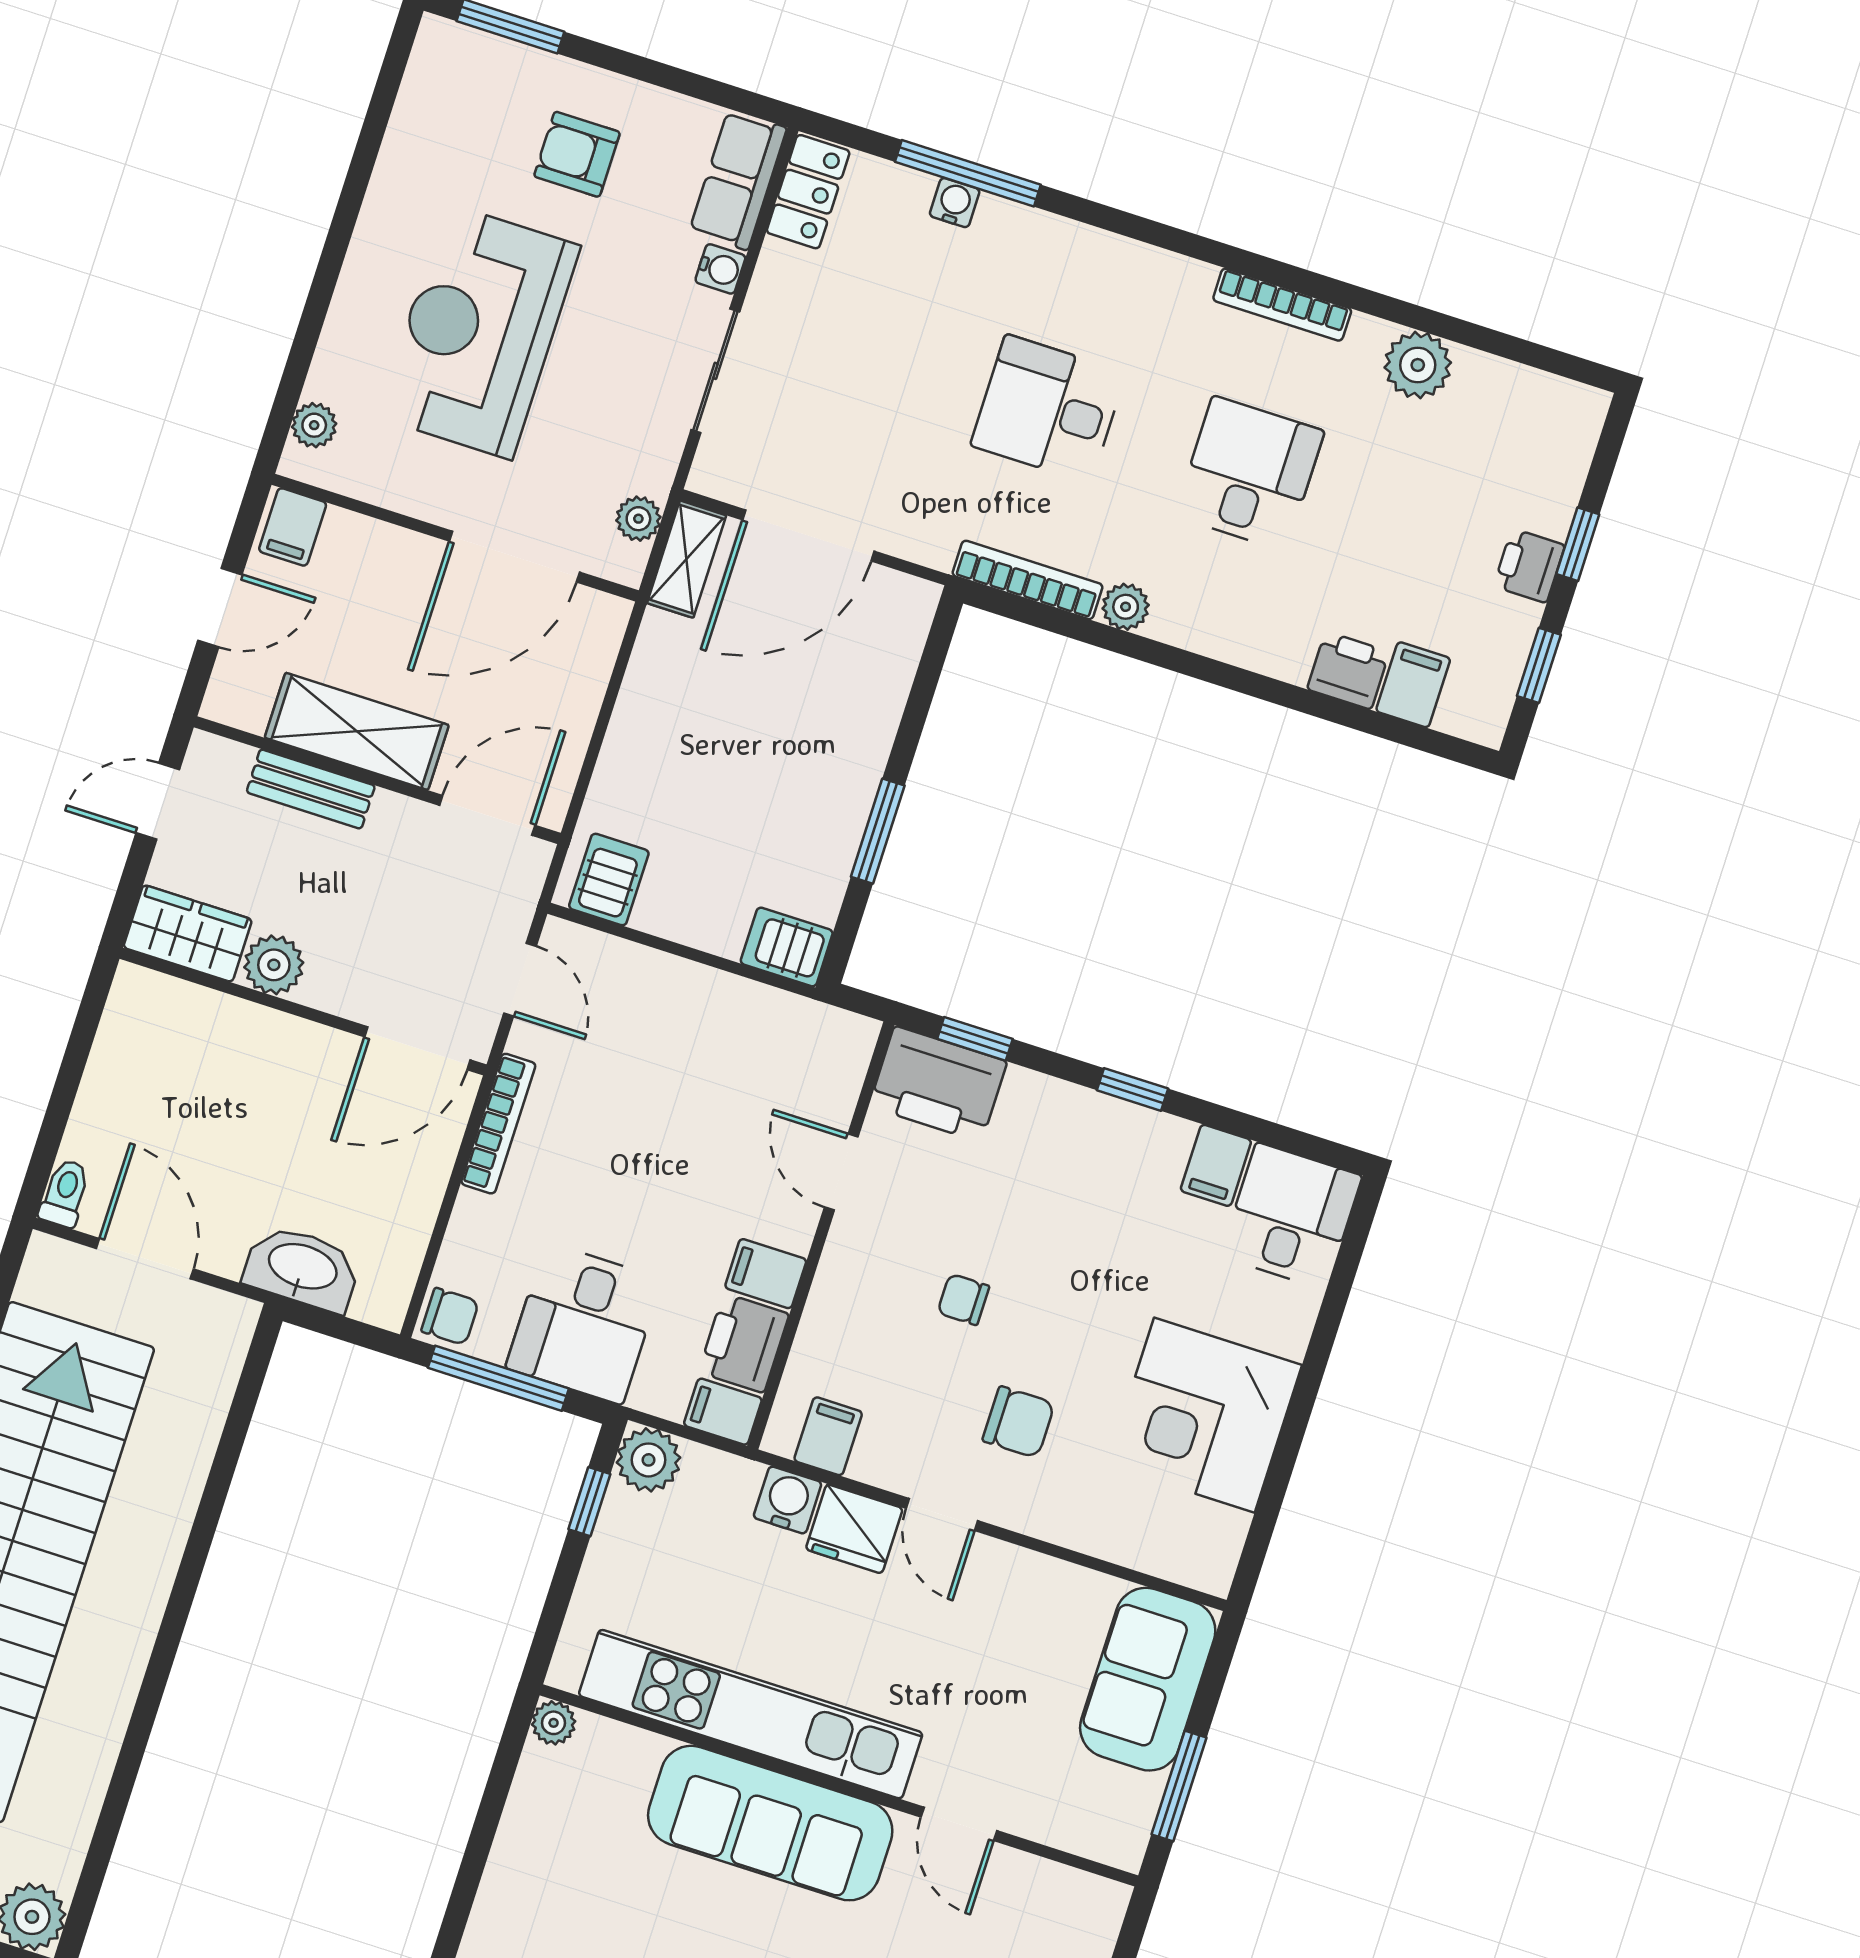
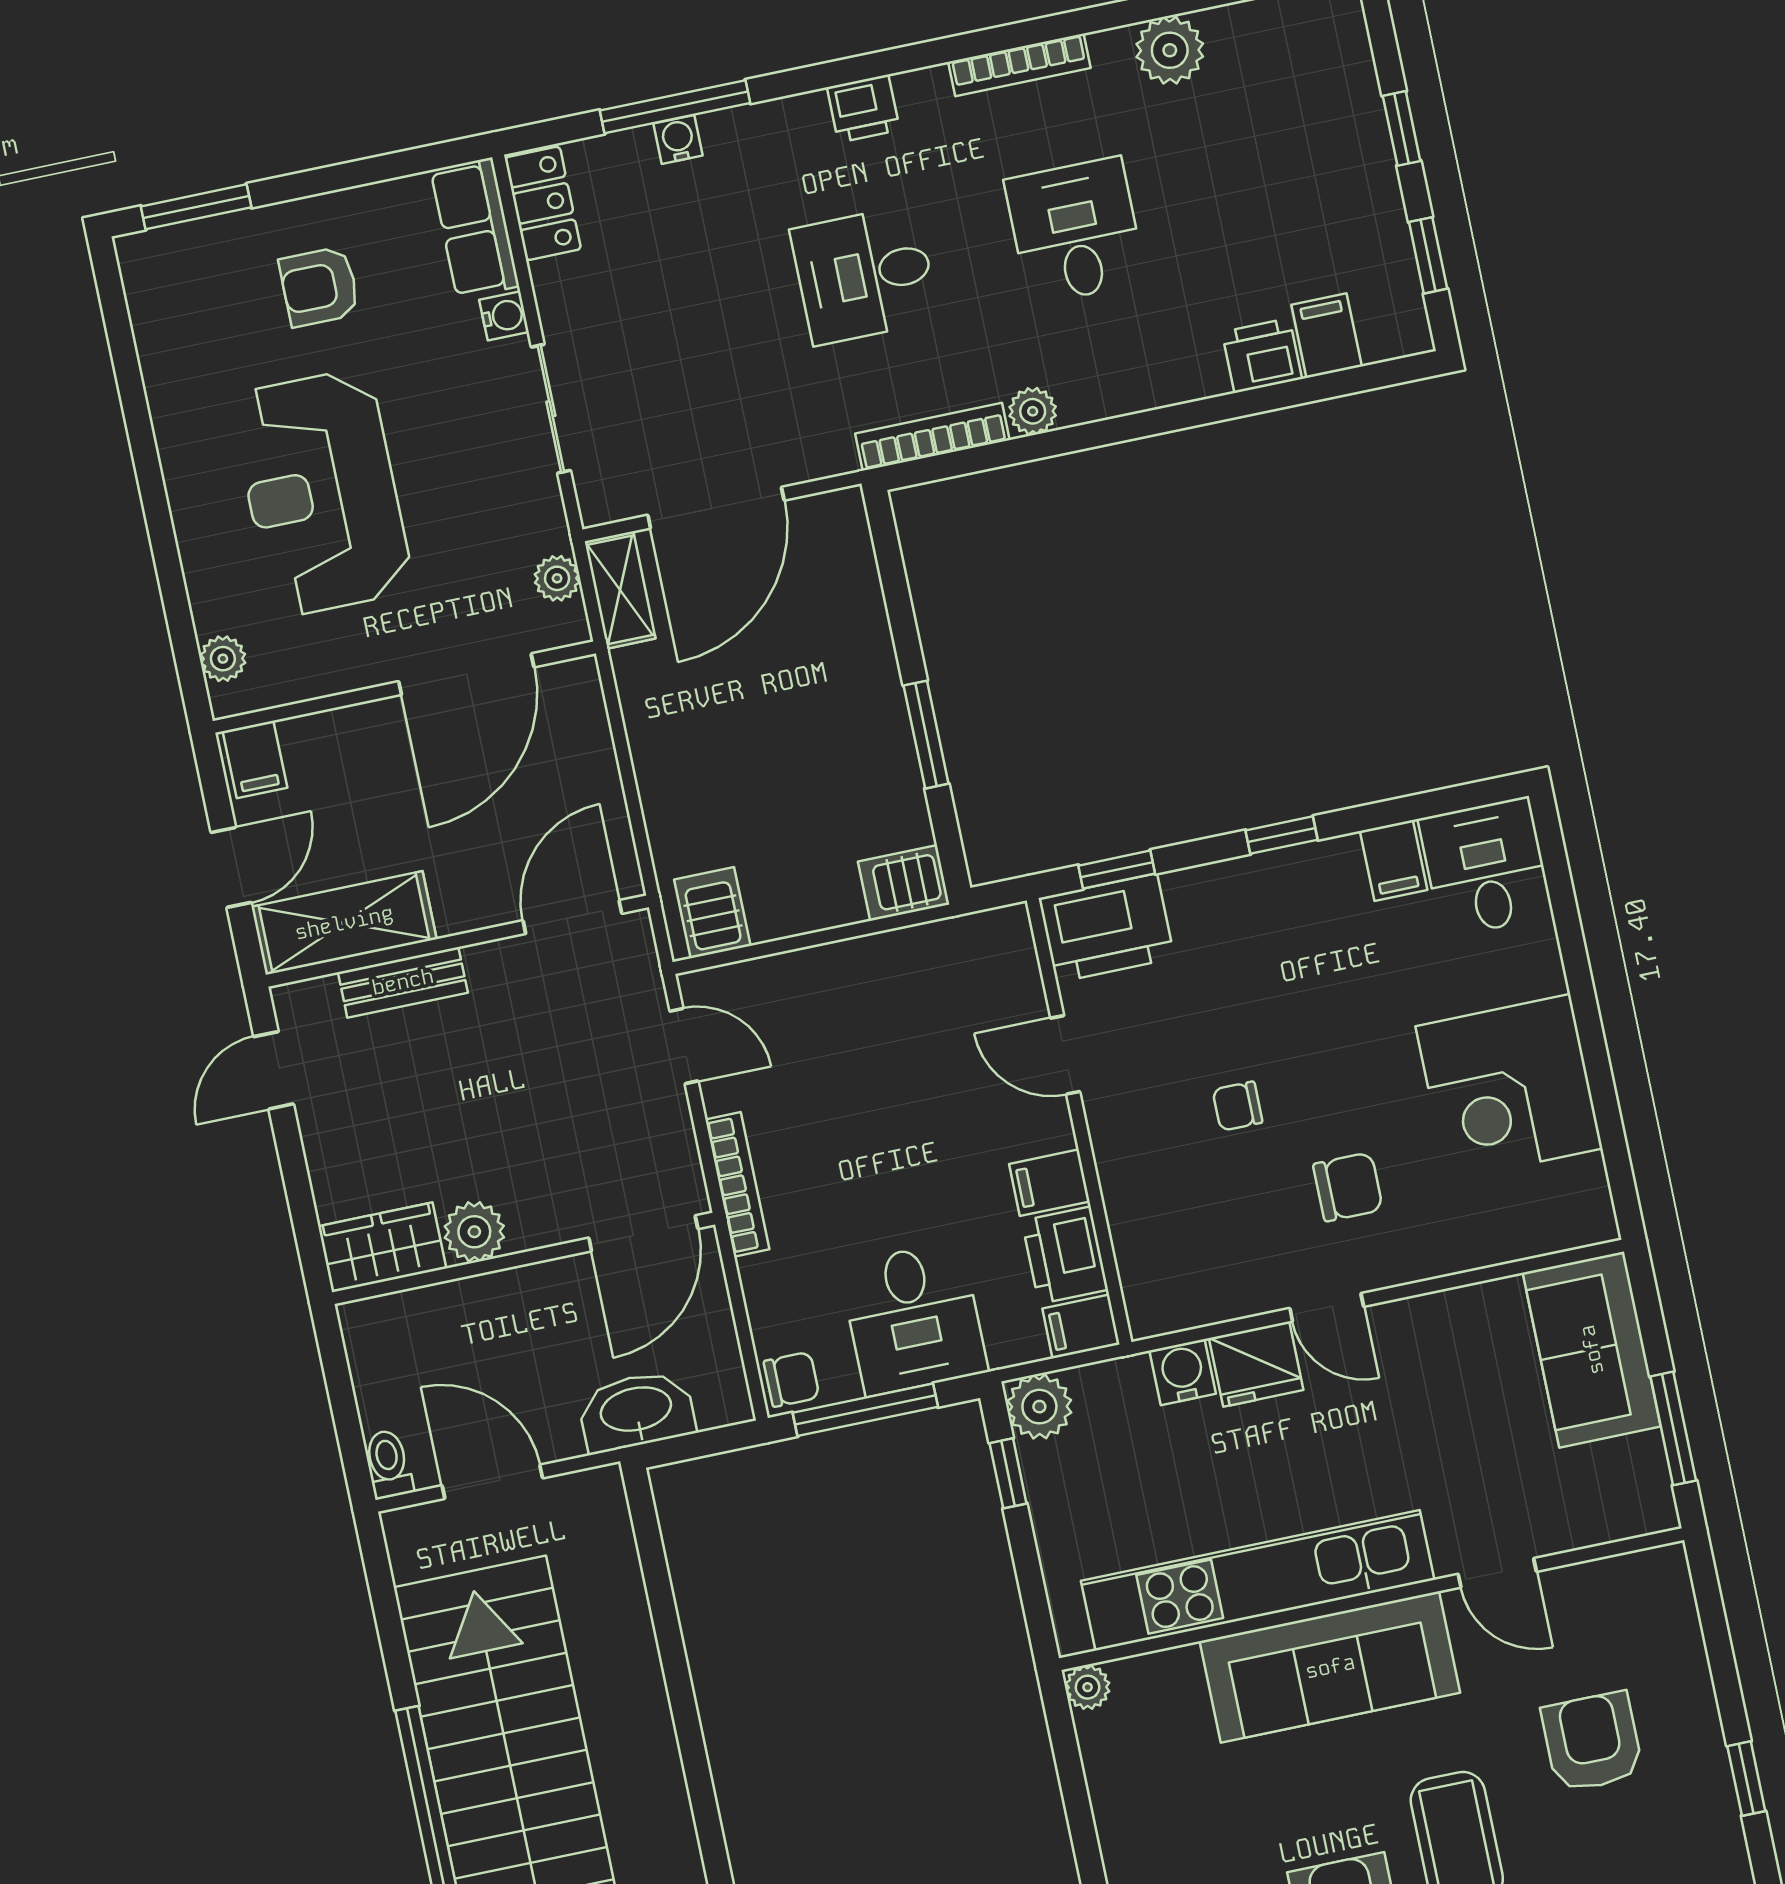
printer: (1529, 566) -> (863, 109), moved, turned -90
shelving: (357, 731) -> (344, 923), moved
wardrobe: (188, 934) -> (382, 1247), moved
plant: (274, 965) -> (474, 1232), moved
wall: (303, 1012) -> (524, 1258), moved
door: (417, 1048) -> (643, 1233), moved
filing cabinet: (828, 1436) -> (1187, 1295), removed

